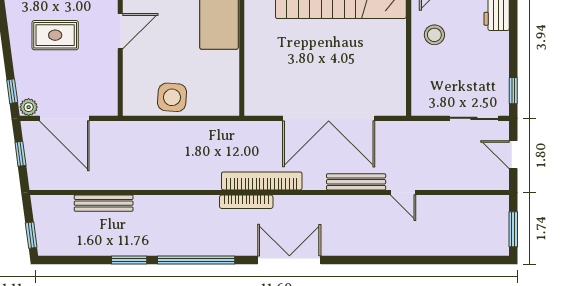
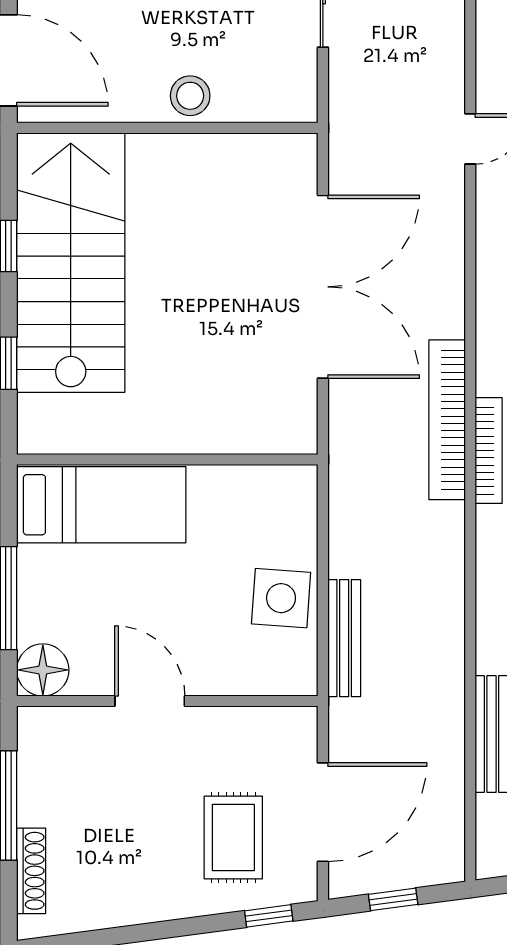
rug: (55, 35) -> (233, 837), moved
stool: (434, 35) -> (190, 96), moved
plant: (29, 107) -> (301, 883), removed
bench: (356, 182) -> (344, 638), moved

